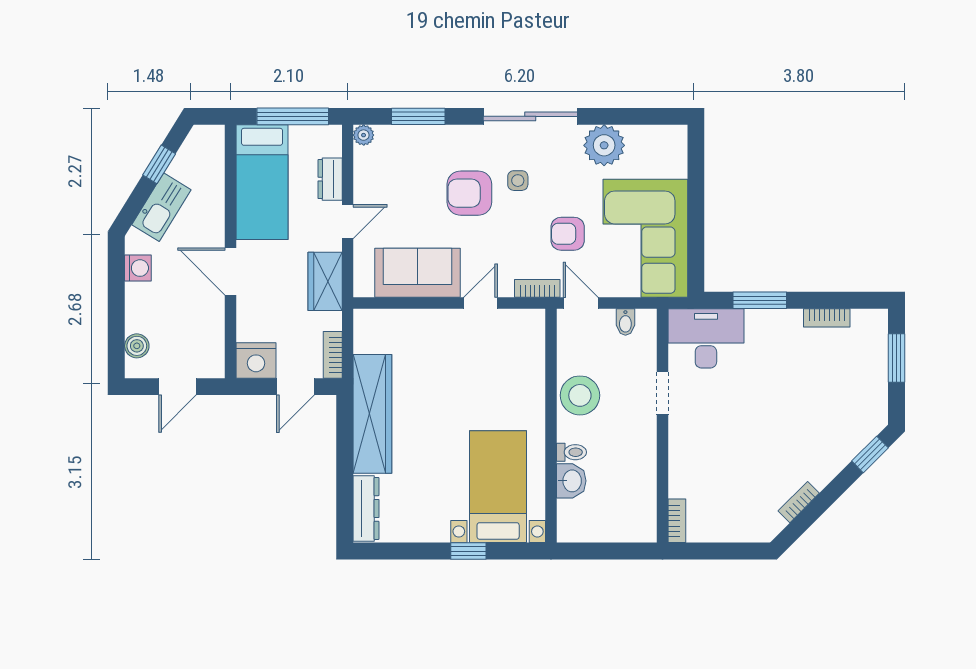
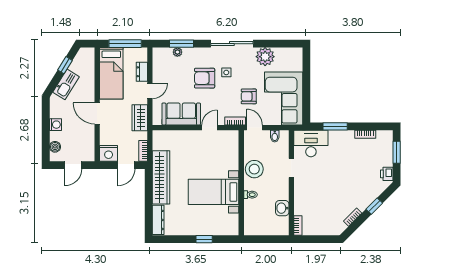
plant: (364, 135) -> (177, 52), moved
washing machine: (138, 268) -> (55, 125), moved
printer: (875, 406) -> (387, 174), added
window: (870, 454) -> (374, 206), moved
washbasin: (571, 481) -> (282, 208), moved, turned 180
bed with nightstands: (498, 487) -> (214, 192), moved, turned -90

